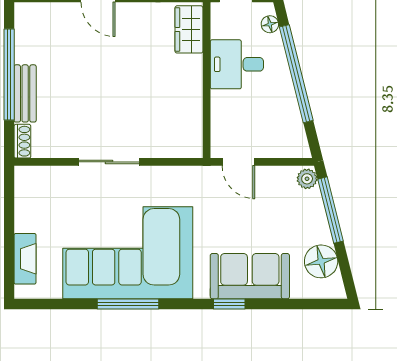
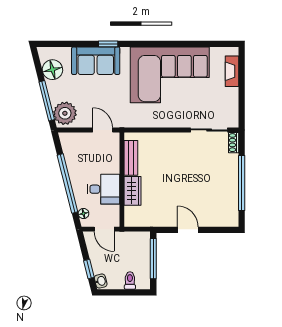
wardrobe: (189, 29) -> (133, 191), moved
bench: (25, 93) -> (131, 158), moved
sliding door: (109, 162) -> (209, 130), moved
plant: (307, 179) -> (65, 113), width x1.87, depth x1.87
window: (128, 304) -> (170, 44), removed

